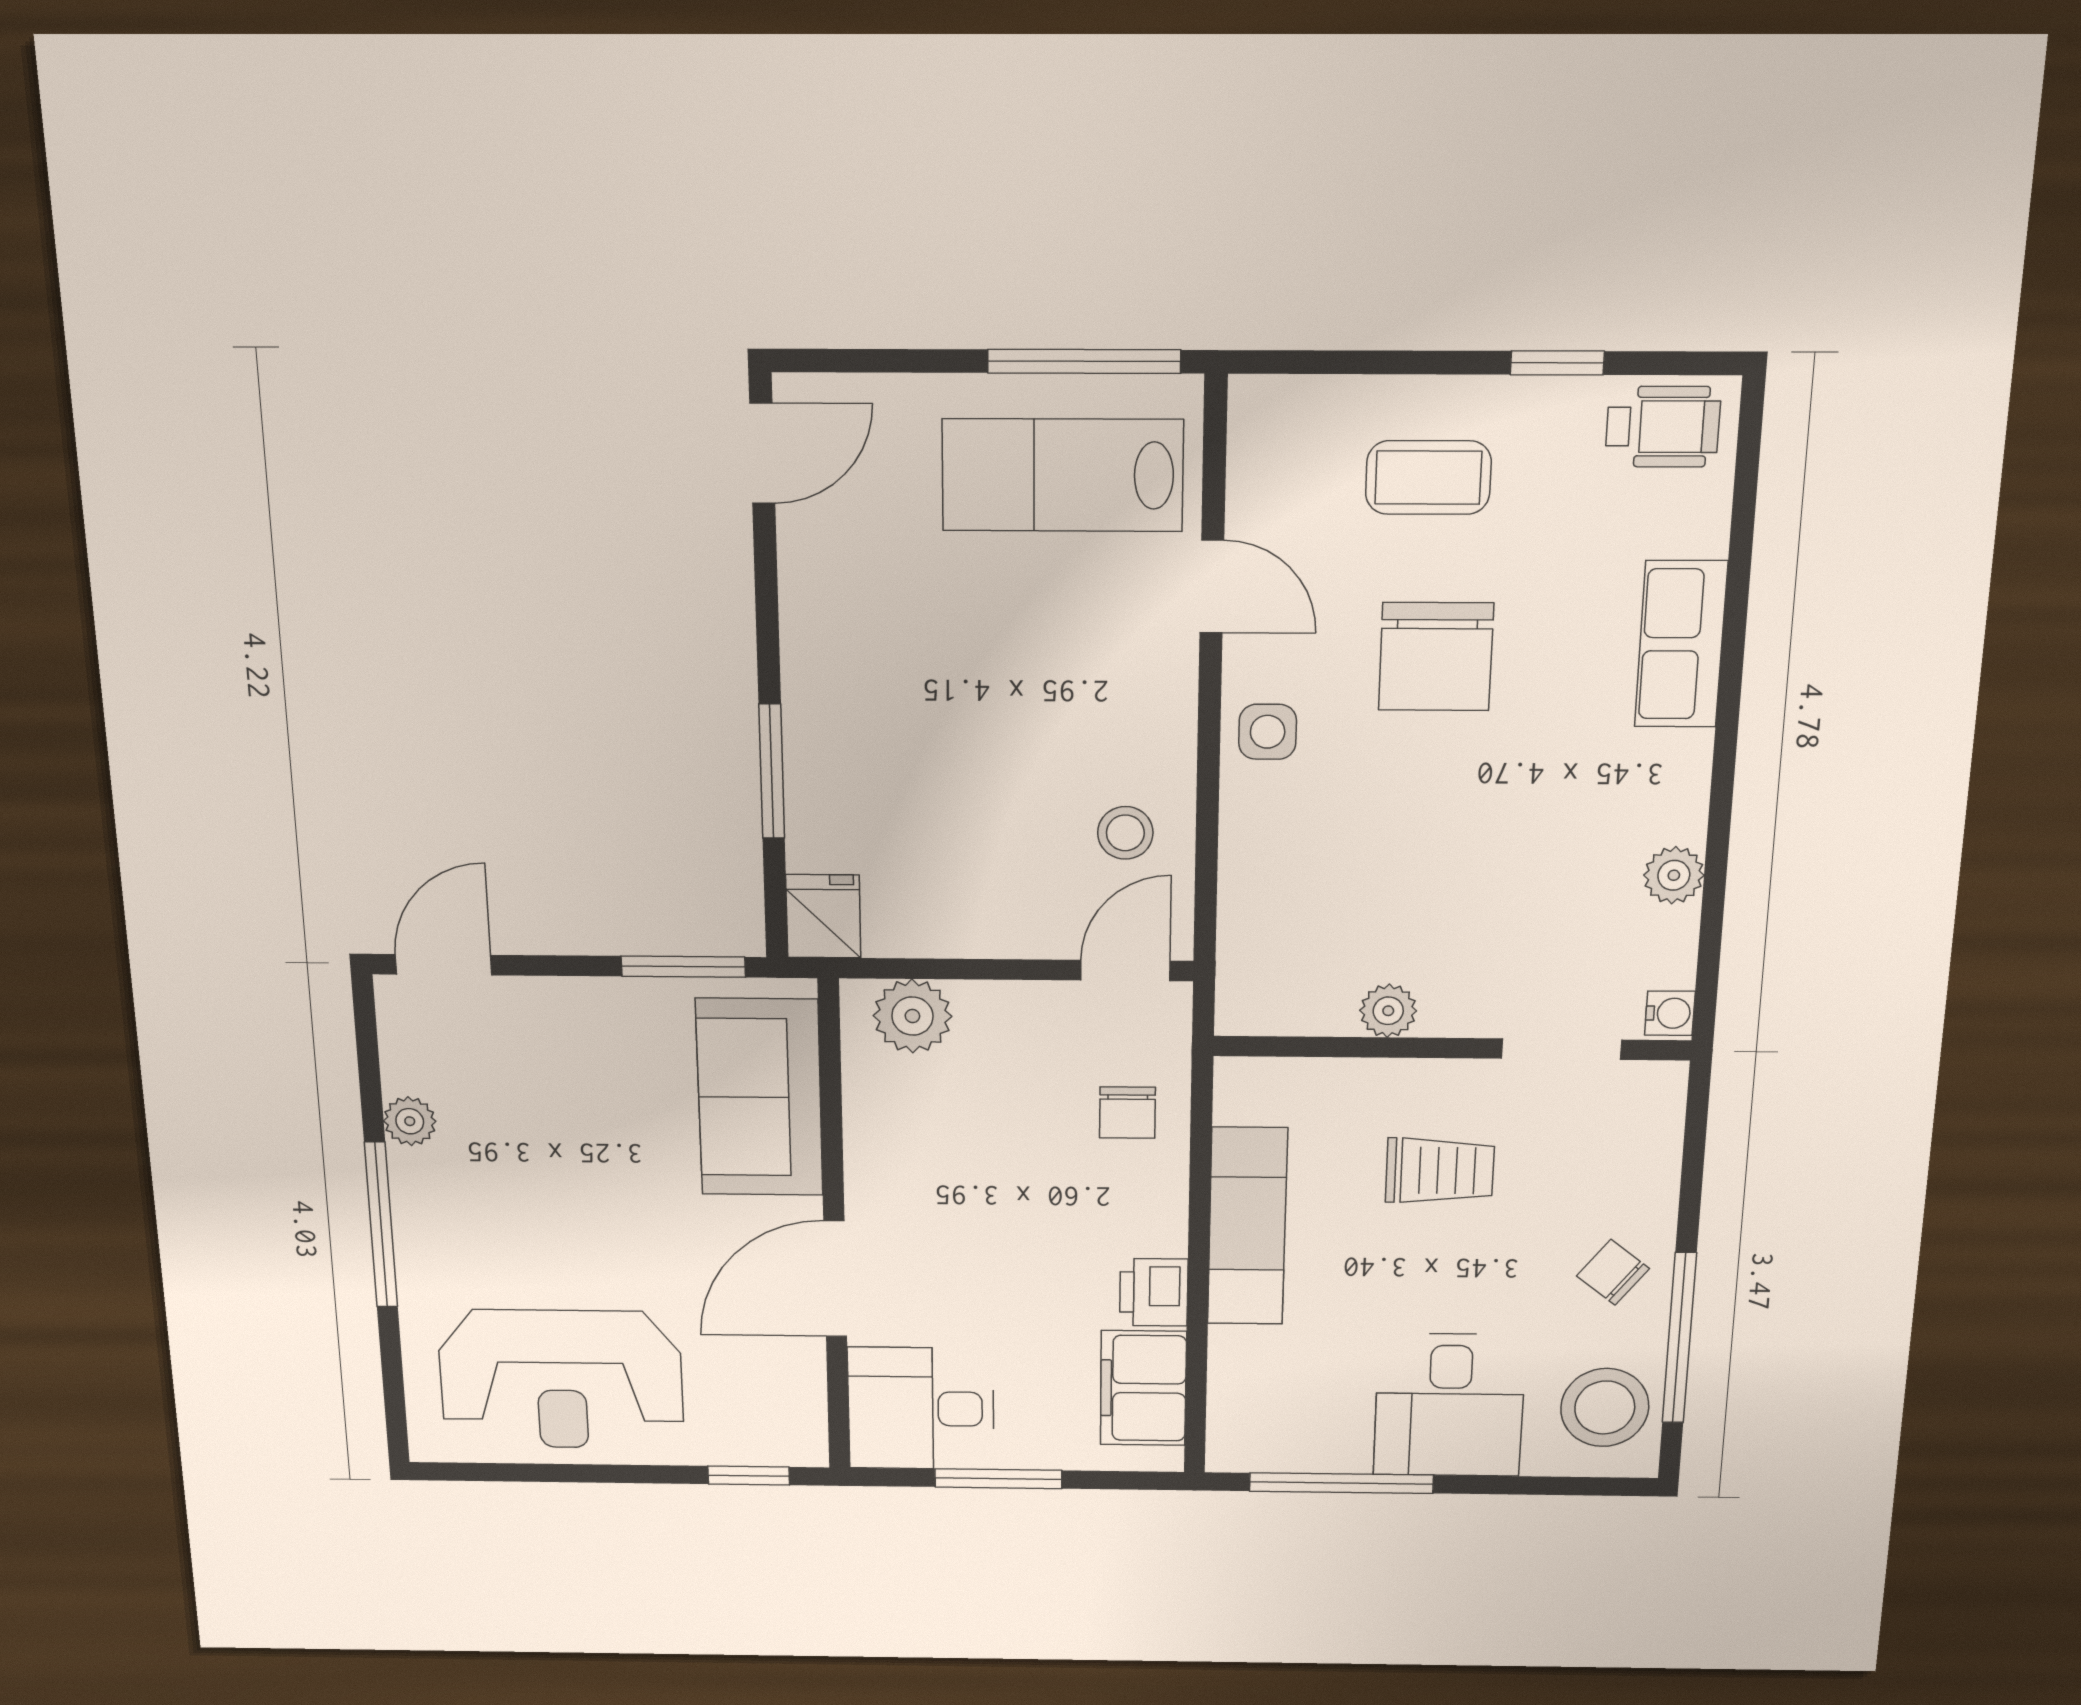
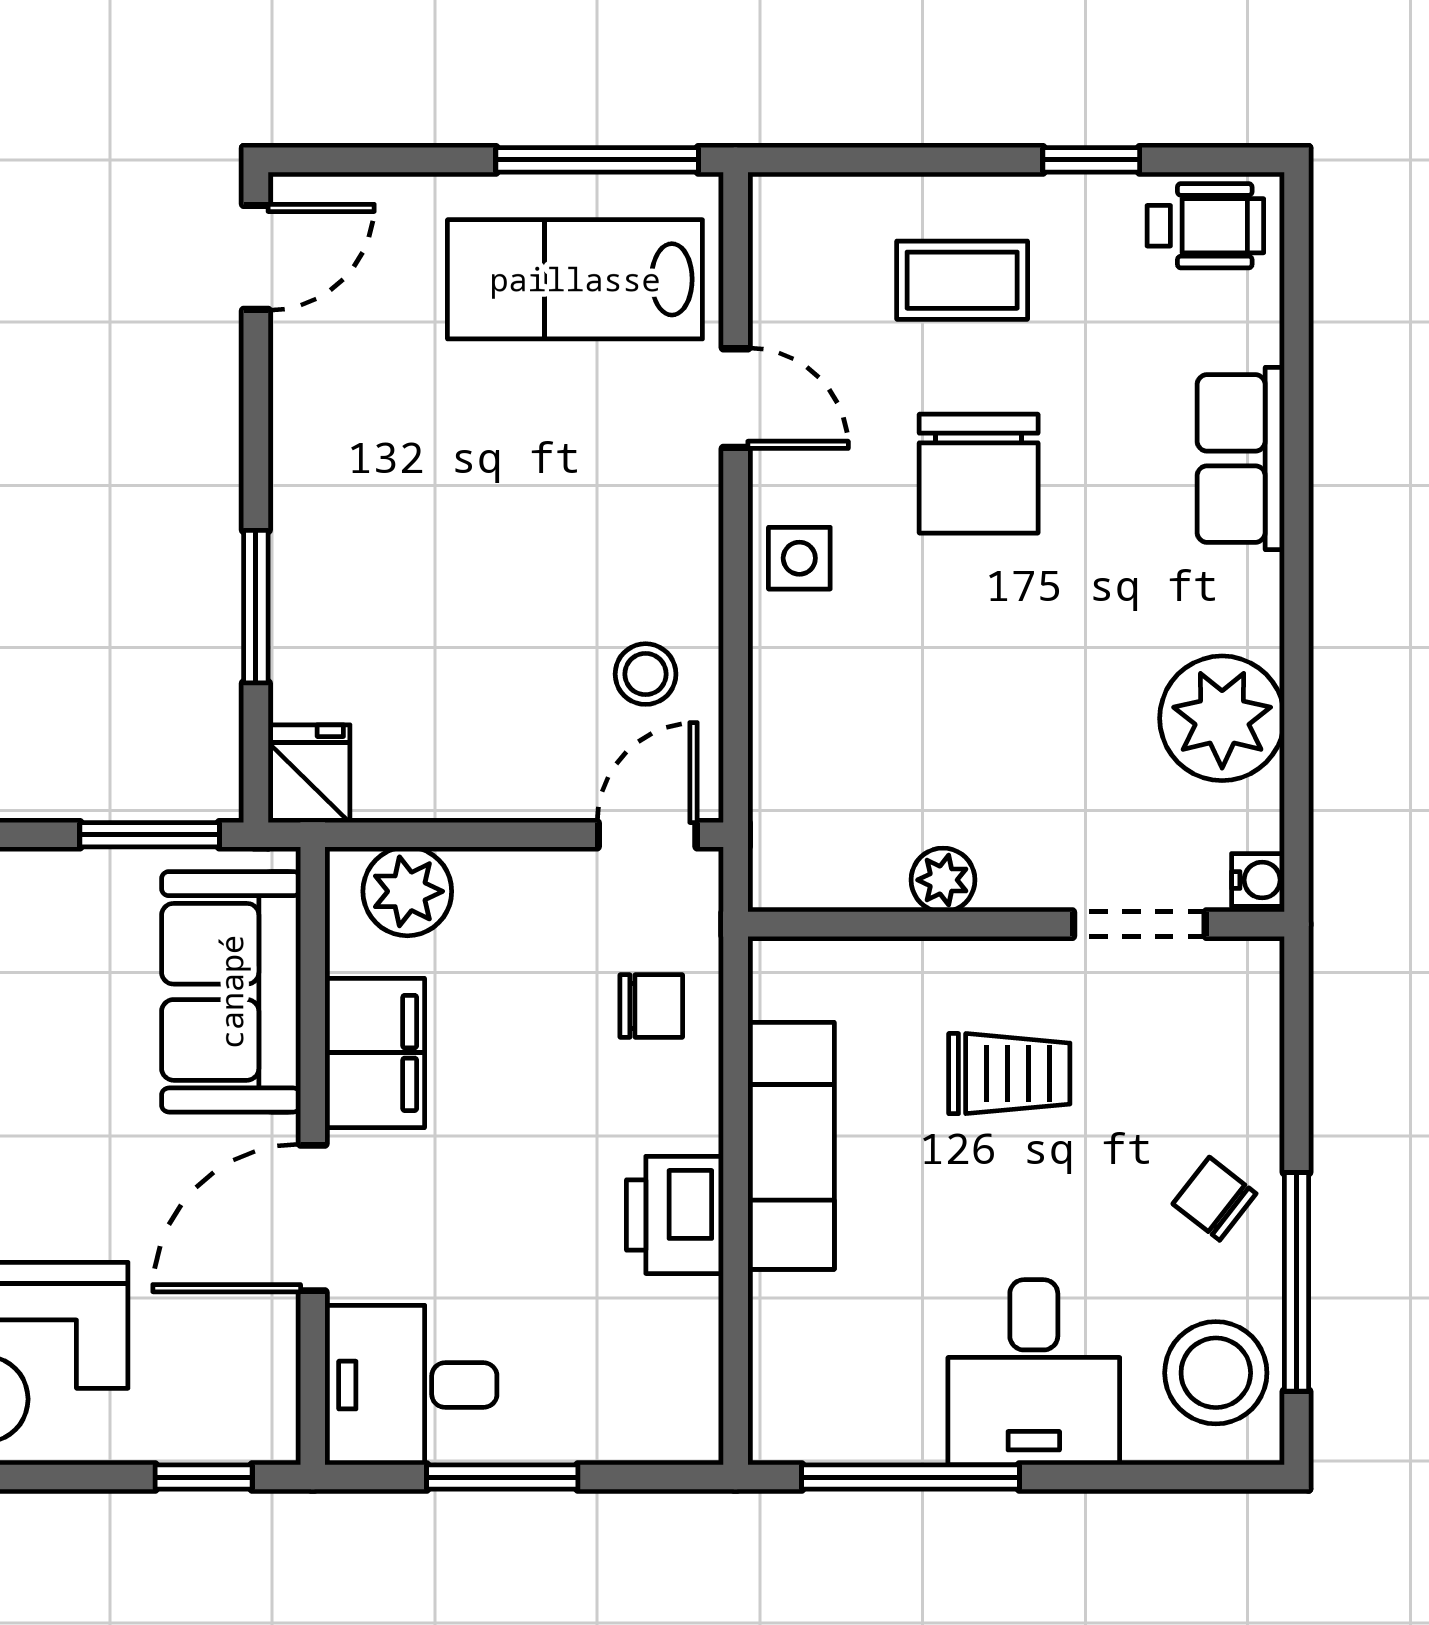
plant: (1674, 875) -> (1222, 718), width x1.87, depth x1.87
chair: (1127, 1113) -> (651, 1006), turned -90
printer: (1154, 1292) -> (675, 1215), width x1.36, depth x1.24
filing cabinet: (1143, 1388) -> (375, 1053), moved, turned 180

